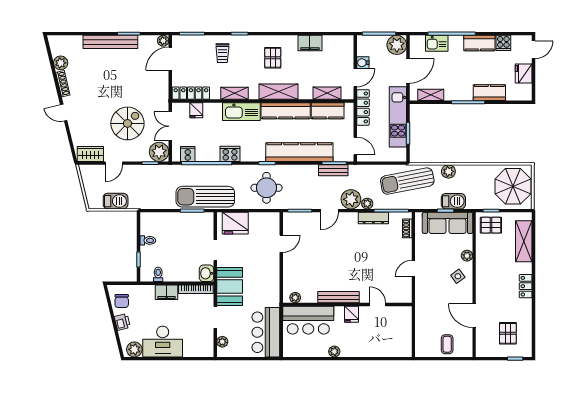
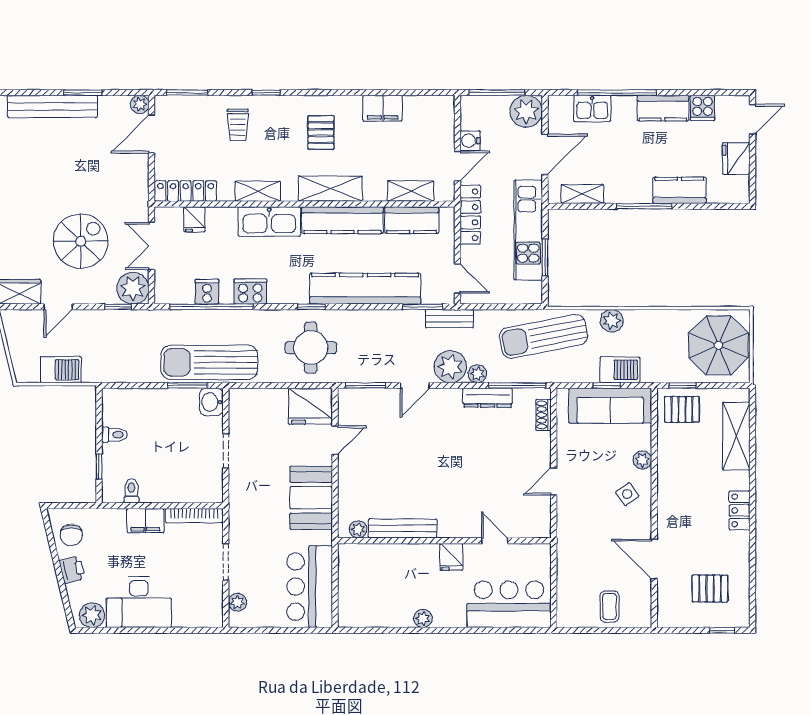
cooker: (188, 154) -> (207, 292), moved
bench: (333, 170) -> (449, 319), moved
fridge: (235, 223) -> (310, 406), moved
washbasin: (206, 273) -> (211, 402), moved
booth: (230, 287) -> (311, 498), moved
bench: (339, 297) -> (403, 528), moved
bar counter: (308, 320) -> (509, 604), moved, turned 180
pallet: (508, 333) -> (710, 588), turned 90

